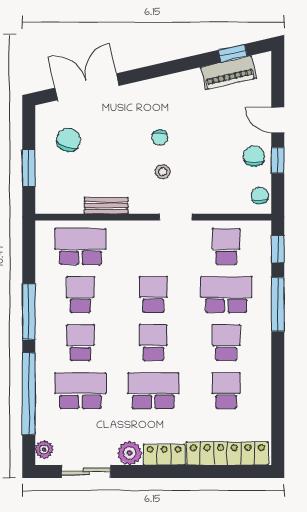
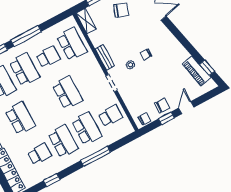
shelving: (56, 204) -> (86, 21), added
bench: (106, 206) -> (105, 57), moved
window: (278, 249) -> (52, 180), moved
school desk: (153, 295) -> (67, 93), width x1.85
school desk: (80, 343) -> (24, 70), width x1.85
school desk: (153, 343) -> (44, 105), removed
school desk: (226, 343) -> (63, 141), width x1.85

